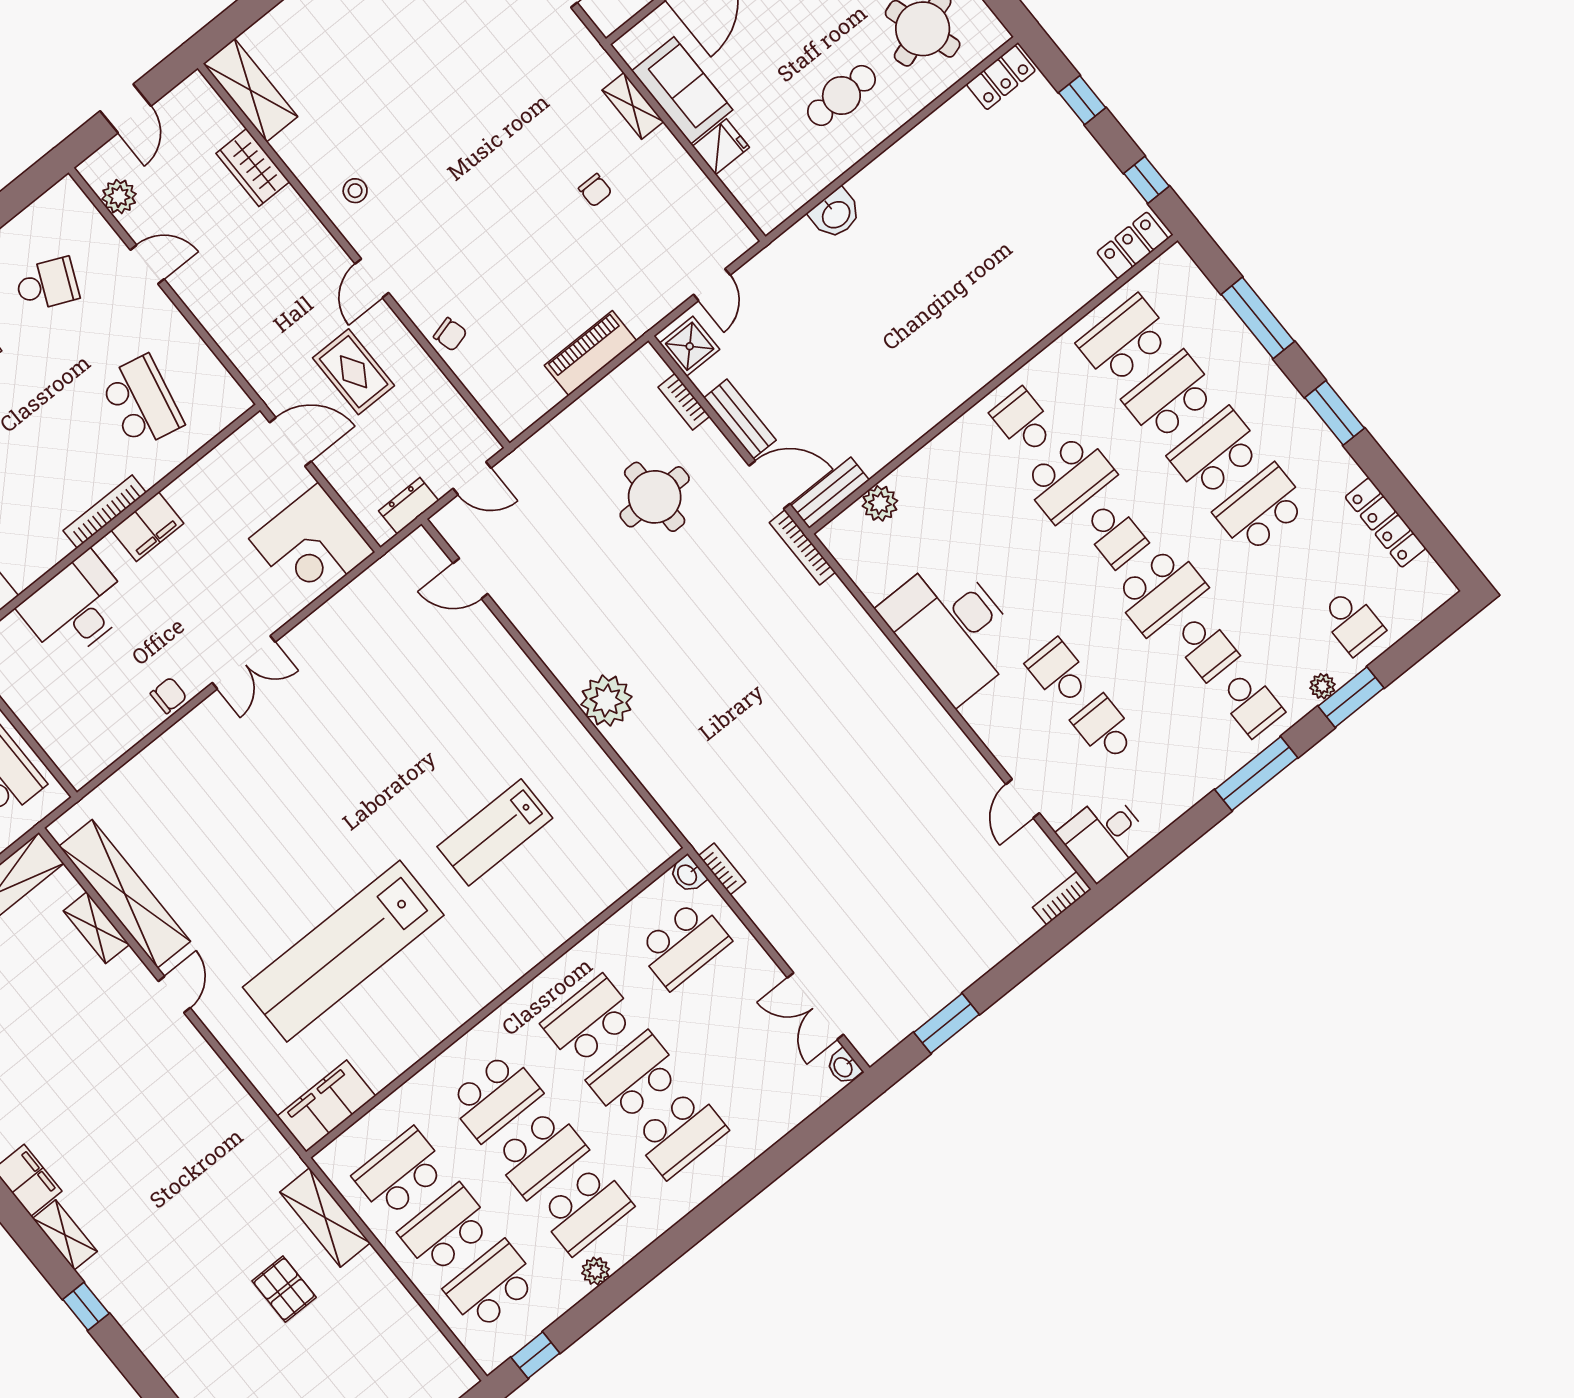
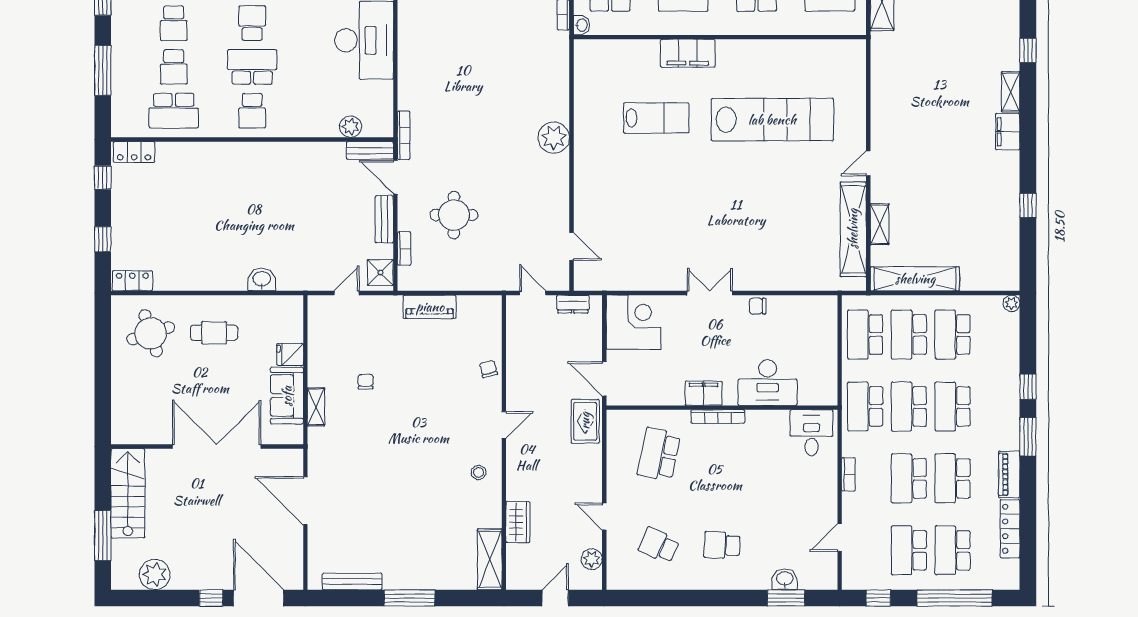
rug: (354, 372) -> (585, 421), moved
school desk: (1170, 396) -> (174, 67), width x0.54
school desk: (1215, 453) -> (174, 23), width x0.54
filing cabinet: (326, 1106) -> (688, 53), moved

